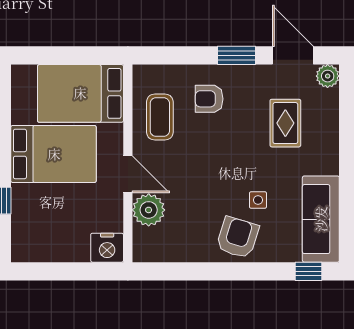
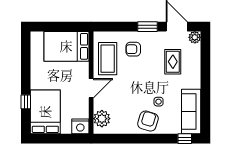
coffee table: (160, 117) -> (108, 59), width x1.36, depth x1.32
bed: (54, 154) -> (45, 112), moved, turned -90
door: (128, 174) -> (91, 88), hinge flipped
plant: (149, 210) -> (102, 119), moved

